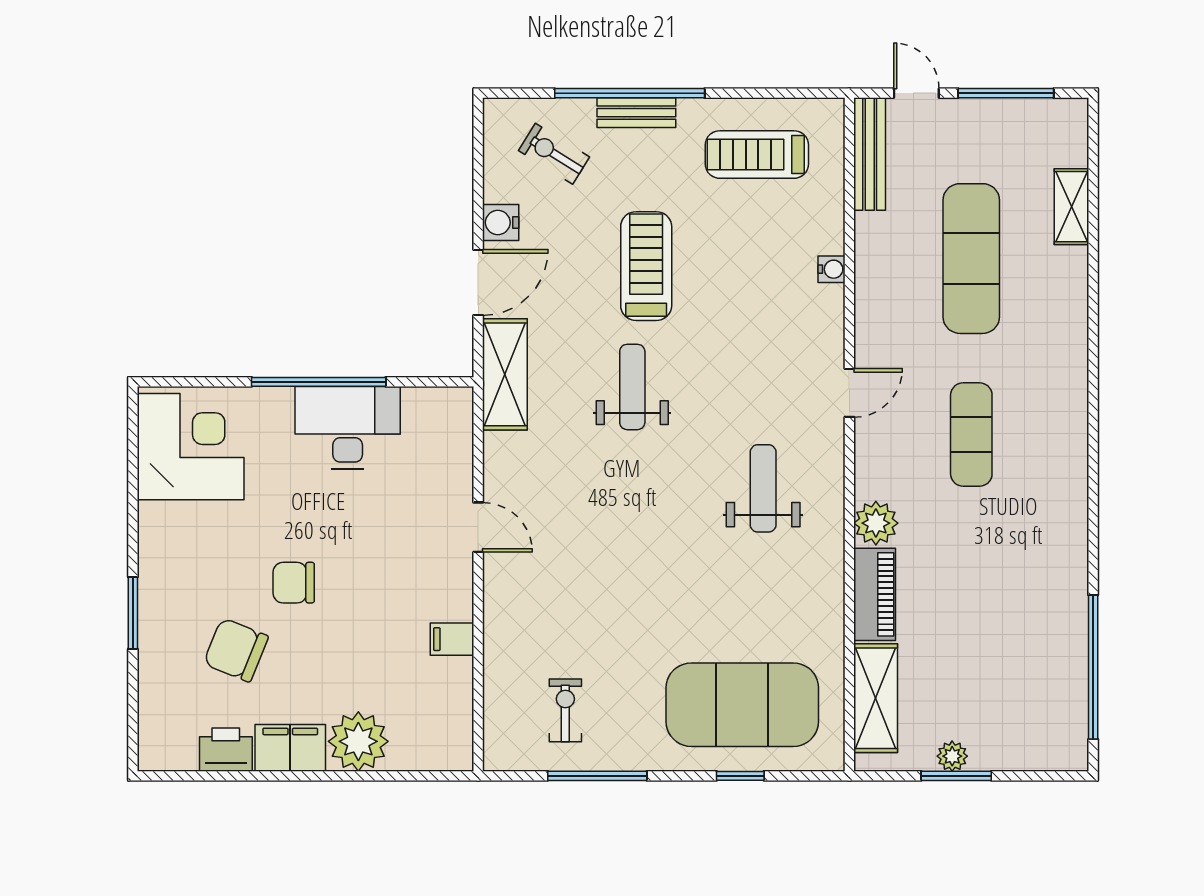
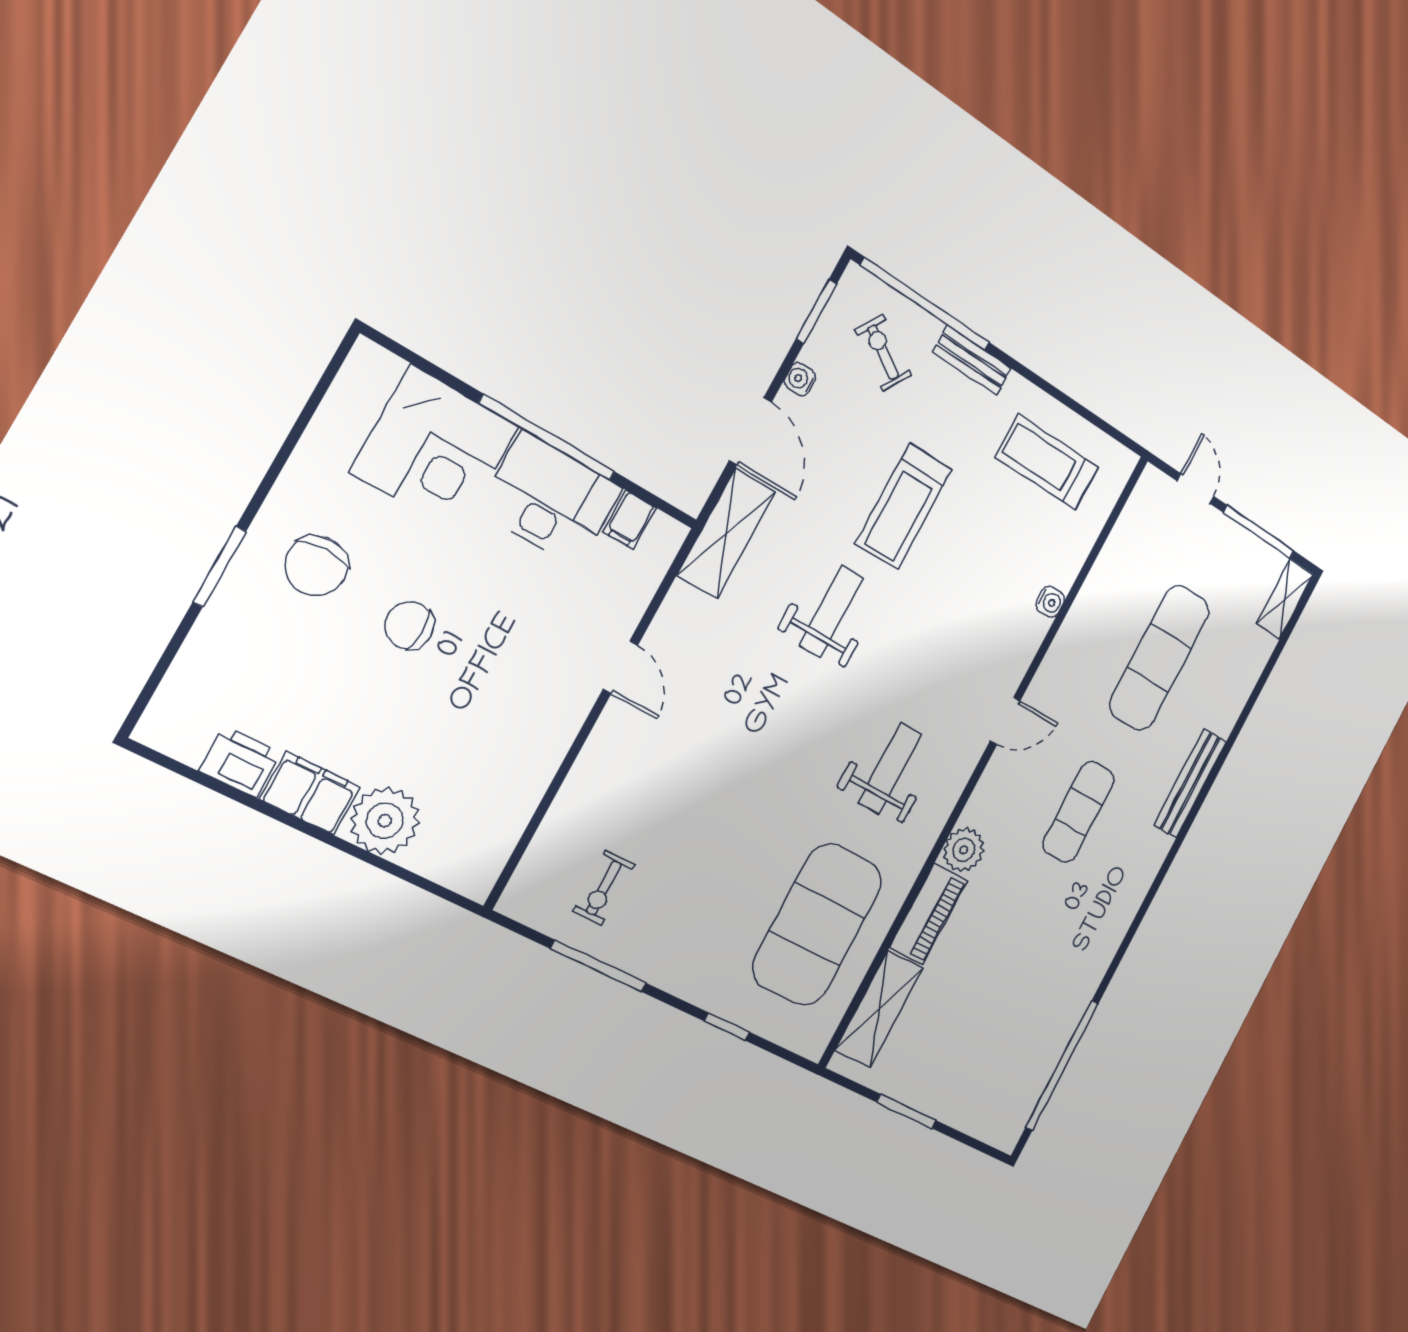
window: (630, 93) -> (926, 304), moved
bench: (870, 154) -> (1190, 783), moved
window: (478, 156) -> (816, 311), added
shelving: (1072, 207) -> (1285, 599), moved
water cooler: (501, 222) -> (800, 379), width x0.72, depth x0.72
treadmill: (646, 266) -> (904, 506), turned 180
door: (478, 283) -> (750, 431), hinge flipped
corner desk: (191, 447) -> (435, 449), moved, turned 90
filing cabinet: (452, 639) -> (630, 520), moved, turned -90
chair: (236, 650) -> (316, 566), moved, turned -112
exercise mat: (742, 705) -> (817, 925), moved, turned 90
exercise bike: (565, 710) -> (604, 888), turned 180
plant: (952, 756) -> (913, 1092), removed

